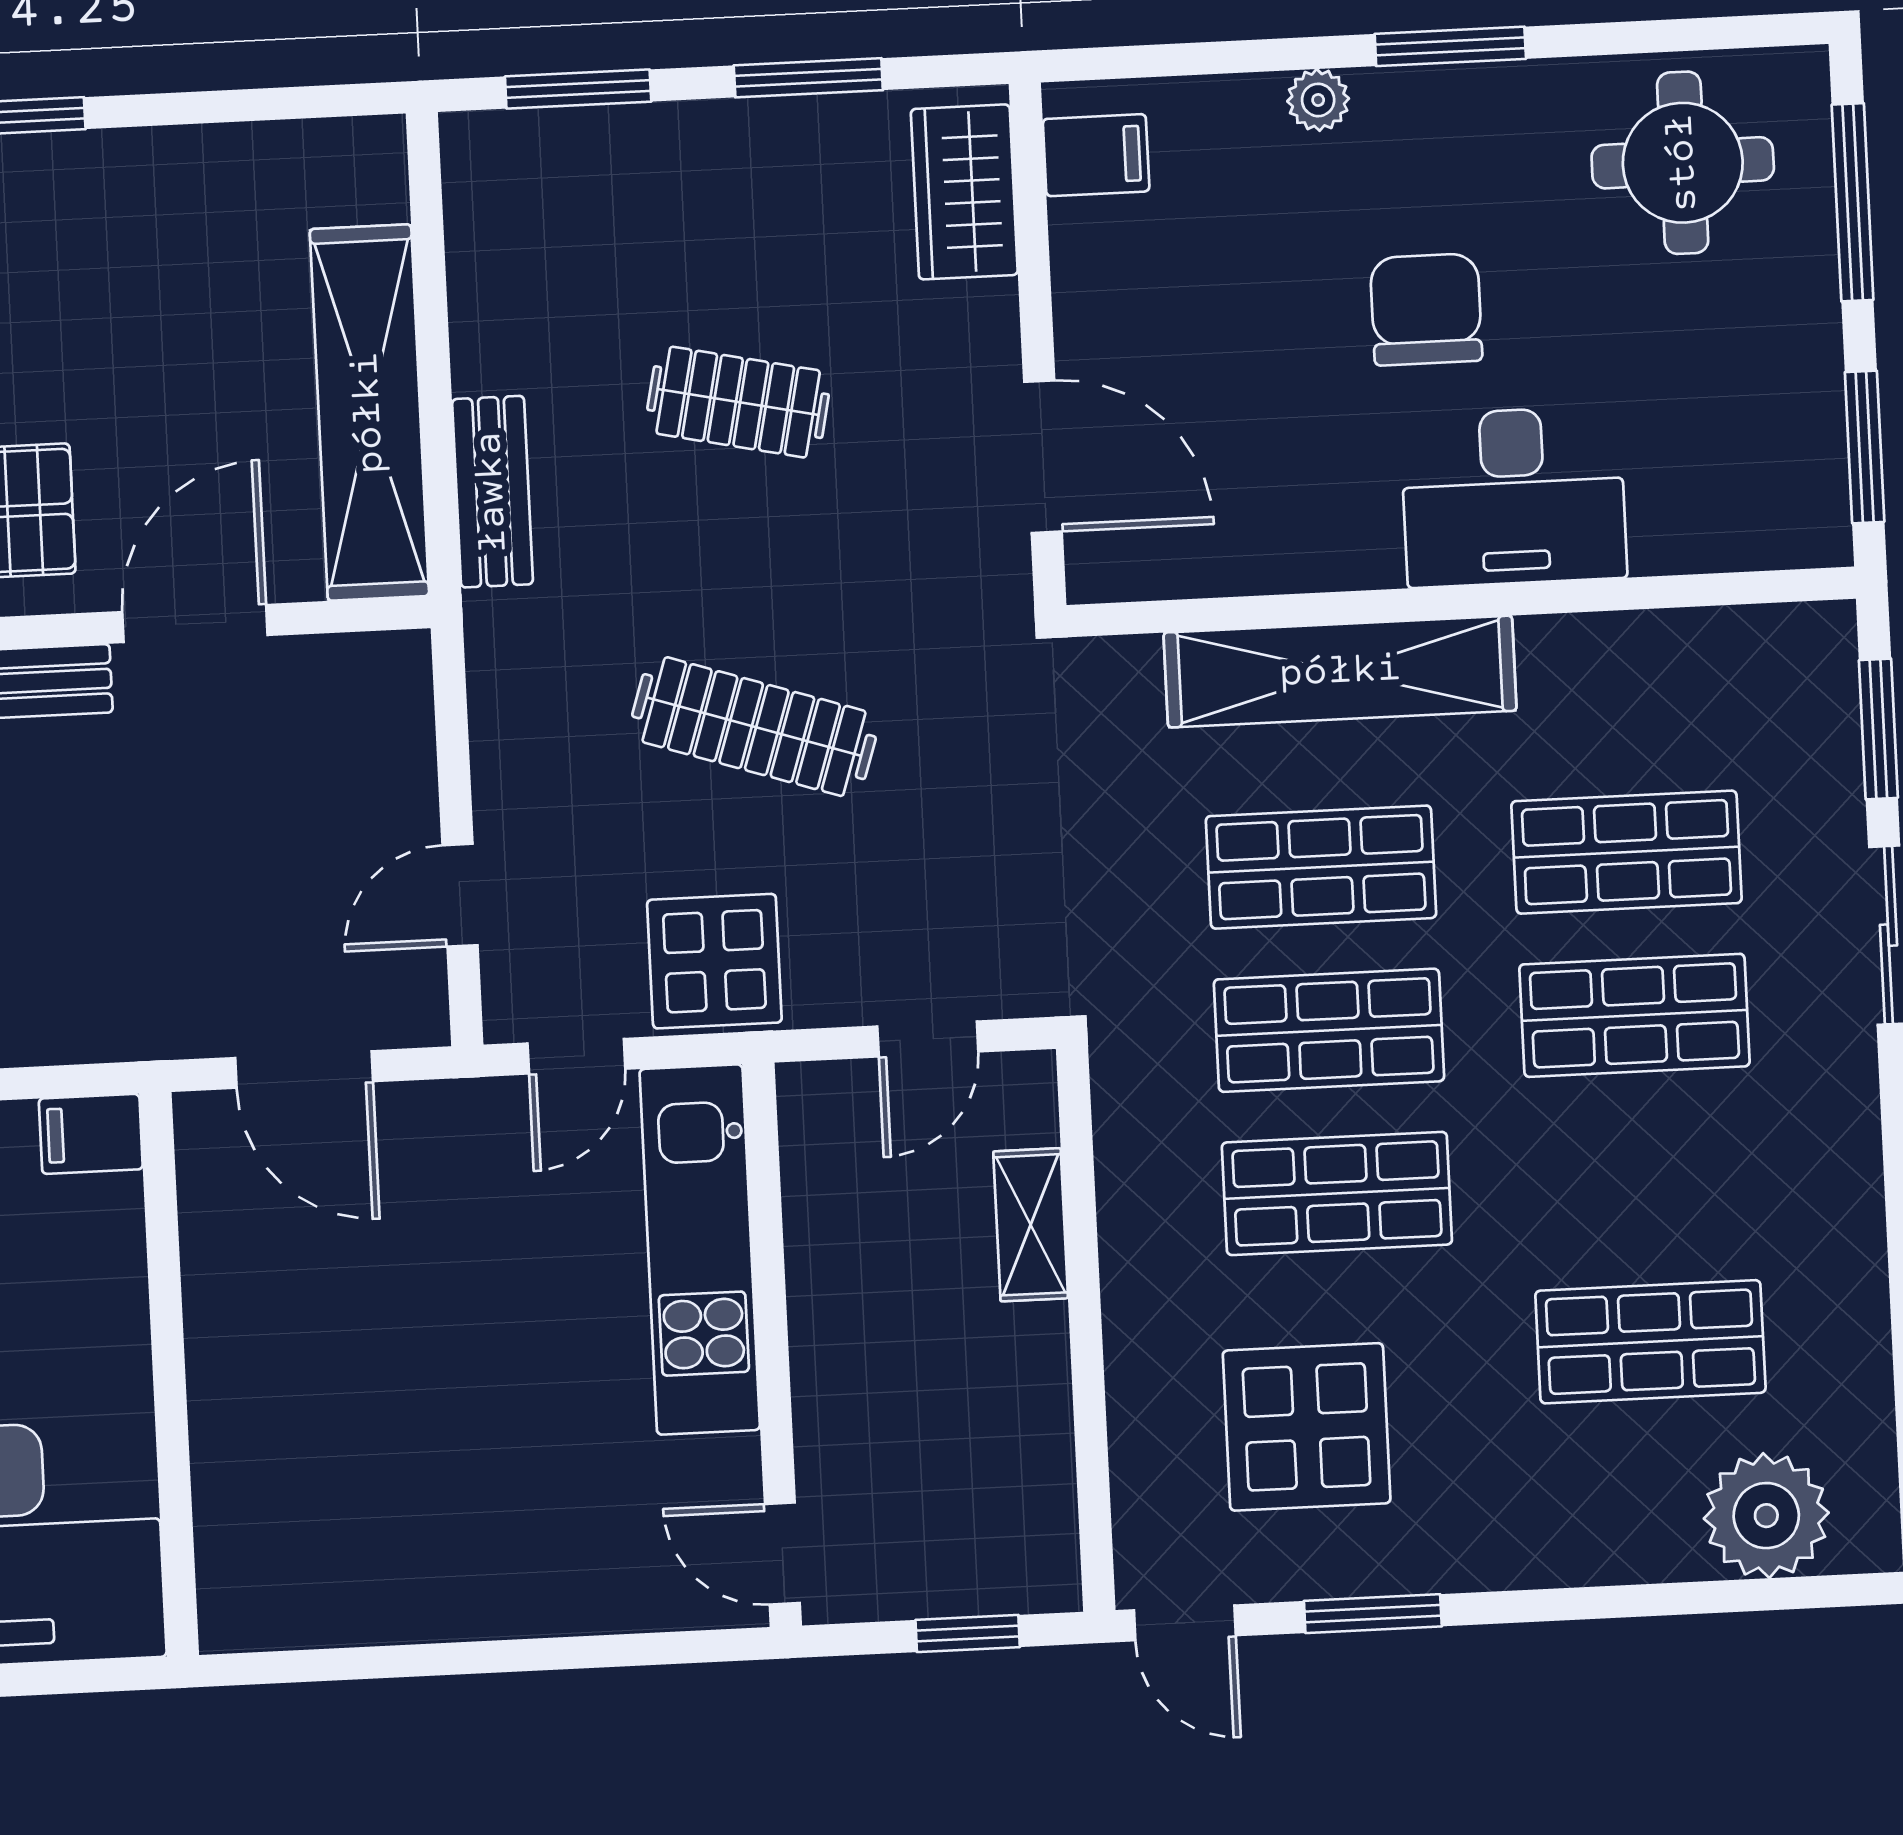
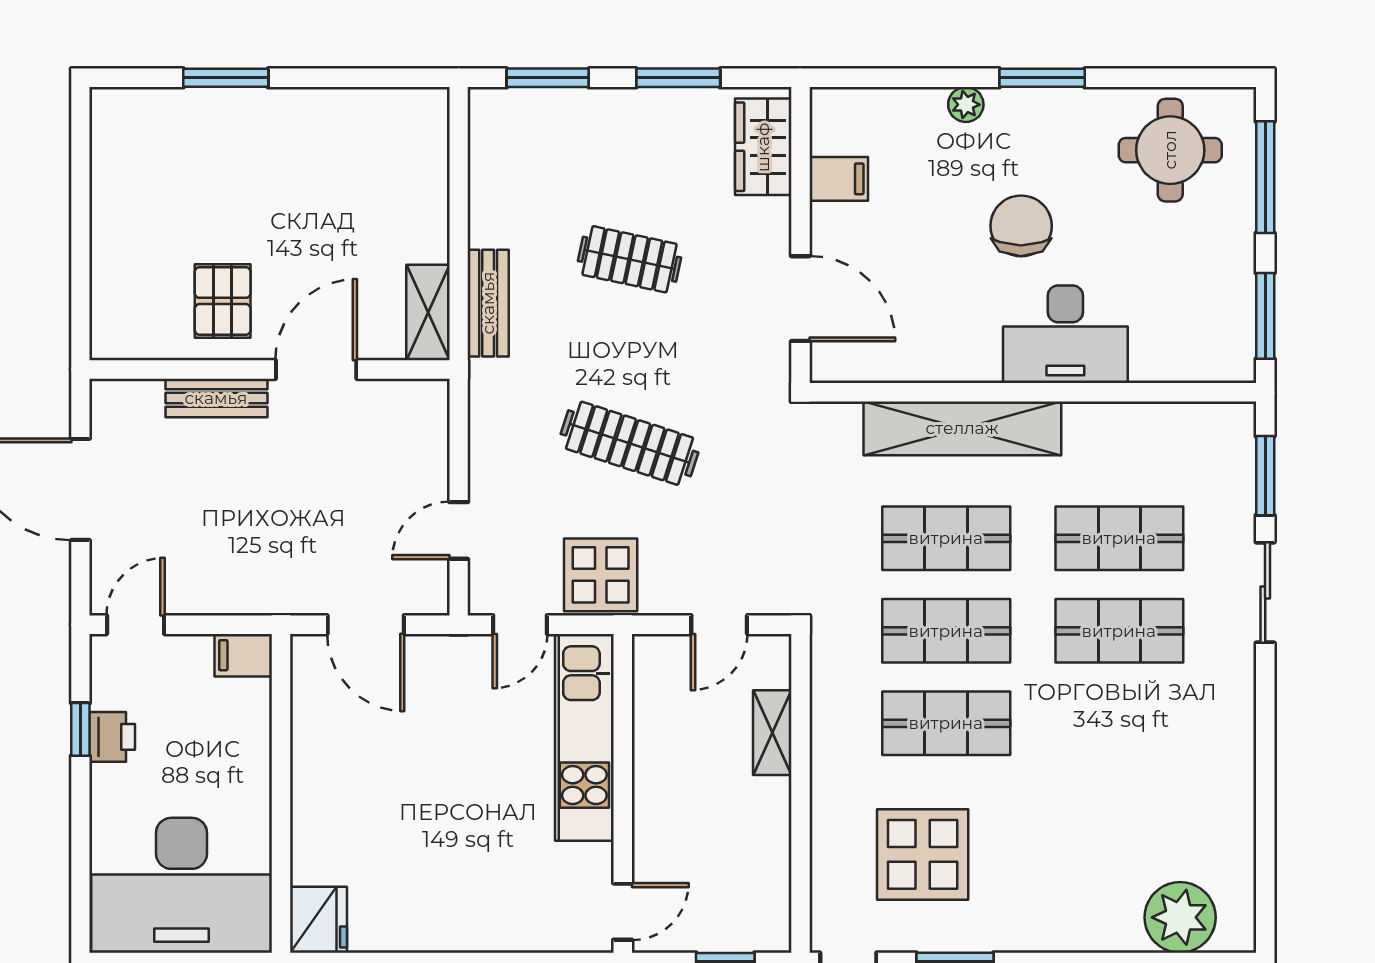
filing cabinet: (1096, 155) -> (839, 179), moved
shelving: (369, 413) -> (428, 312), width x0.45, depth x0.75
shop shelf: (1650, 1342) -> (1119, 816), removed
door: (782, 1554) -> (623, 912), swing flipped
fridge: (246, 1594) -> (318, 920), added

